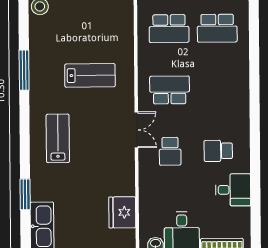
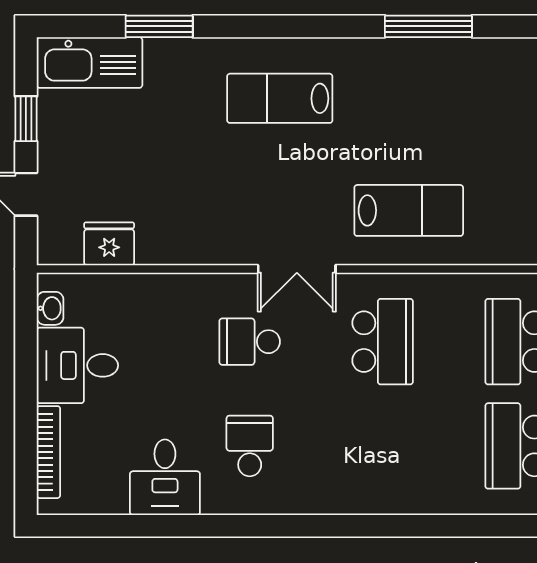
lab bench: (90, 75) -> (409, 210), moved, turned -90
lab bench: (58, 138) -> (280, 98), turned 180
fridge: (122, 212) -> (109, 244), width x0.73, depth x0.75

